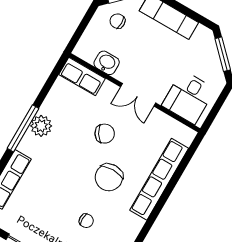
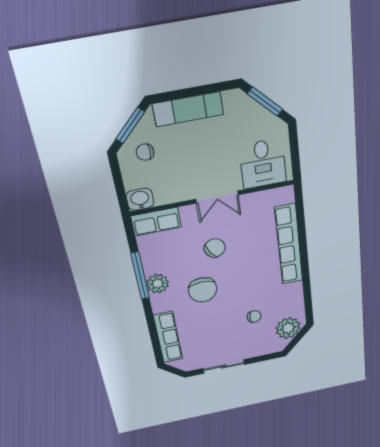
washbasin: (107, 63) -> (140, 199), moved
window: (23, 128) -> (140, 276), moved
chair: (109, 177) -> (203, 290), moved

